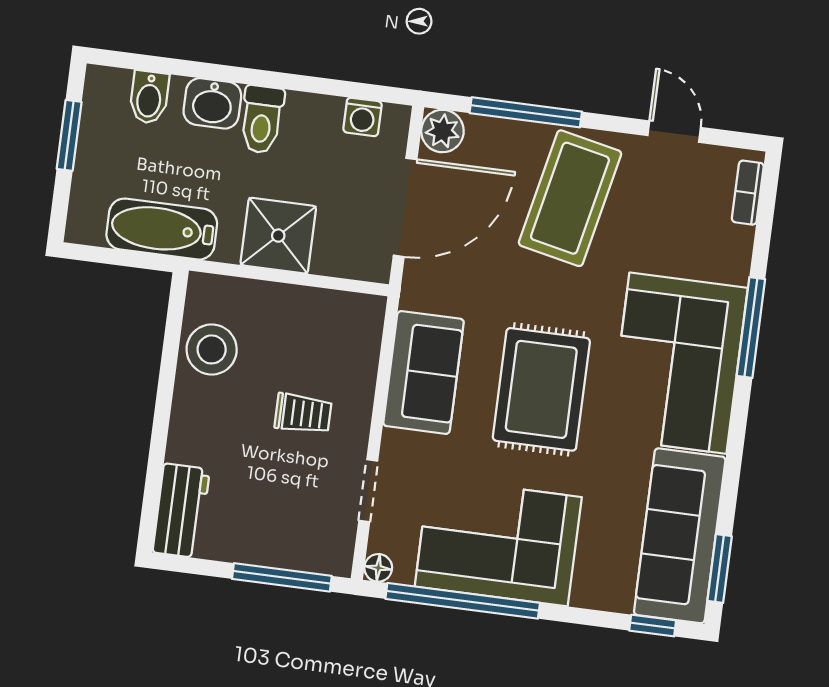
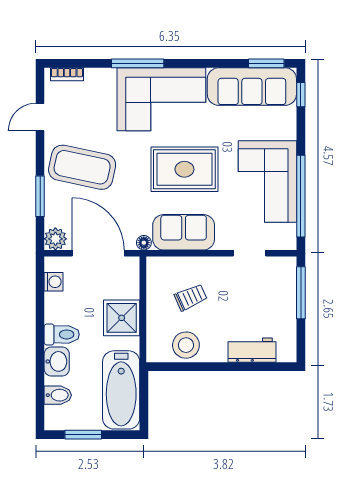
window: (526, 112) -> (40, 196), width x0.69
bathtub: (162, 229) -> (121, 390), width x1.36, depth x1.36
trolley: (303, 413) -> (191, 297), moved, turned 66
workbench: (181, 511) -> (252, 350), moved
floor lamp: (378, 568) -> (144, 243), moved

